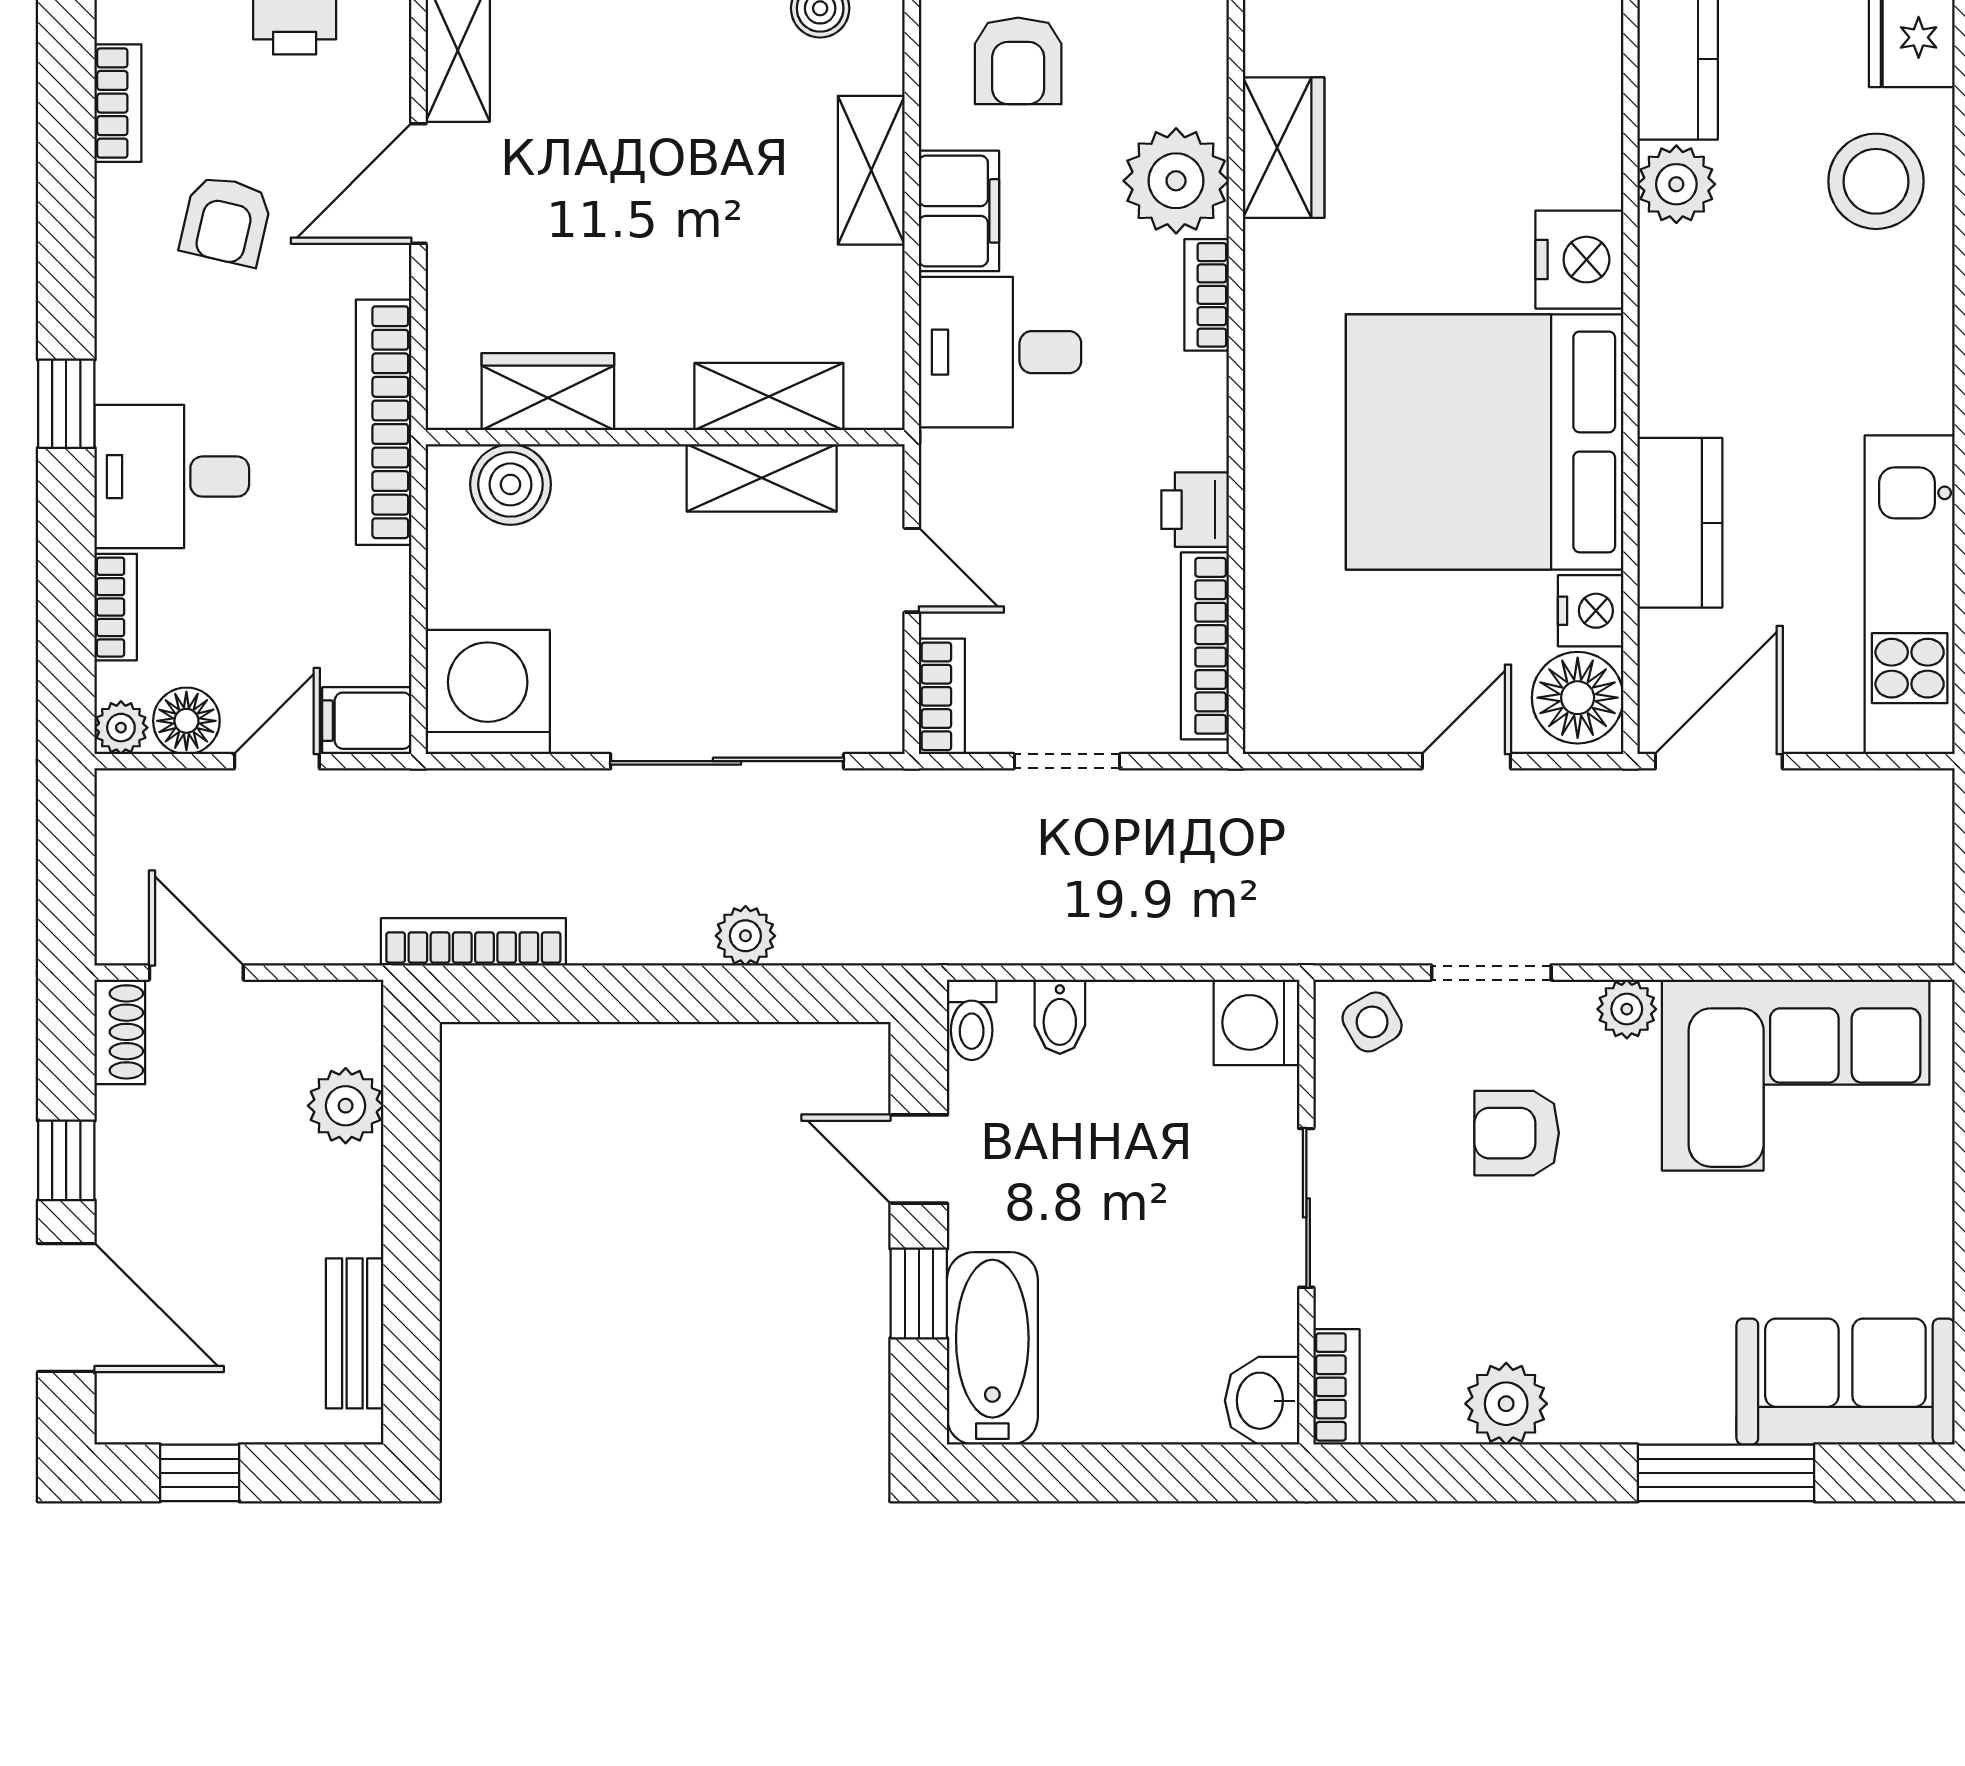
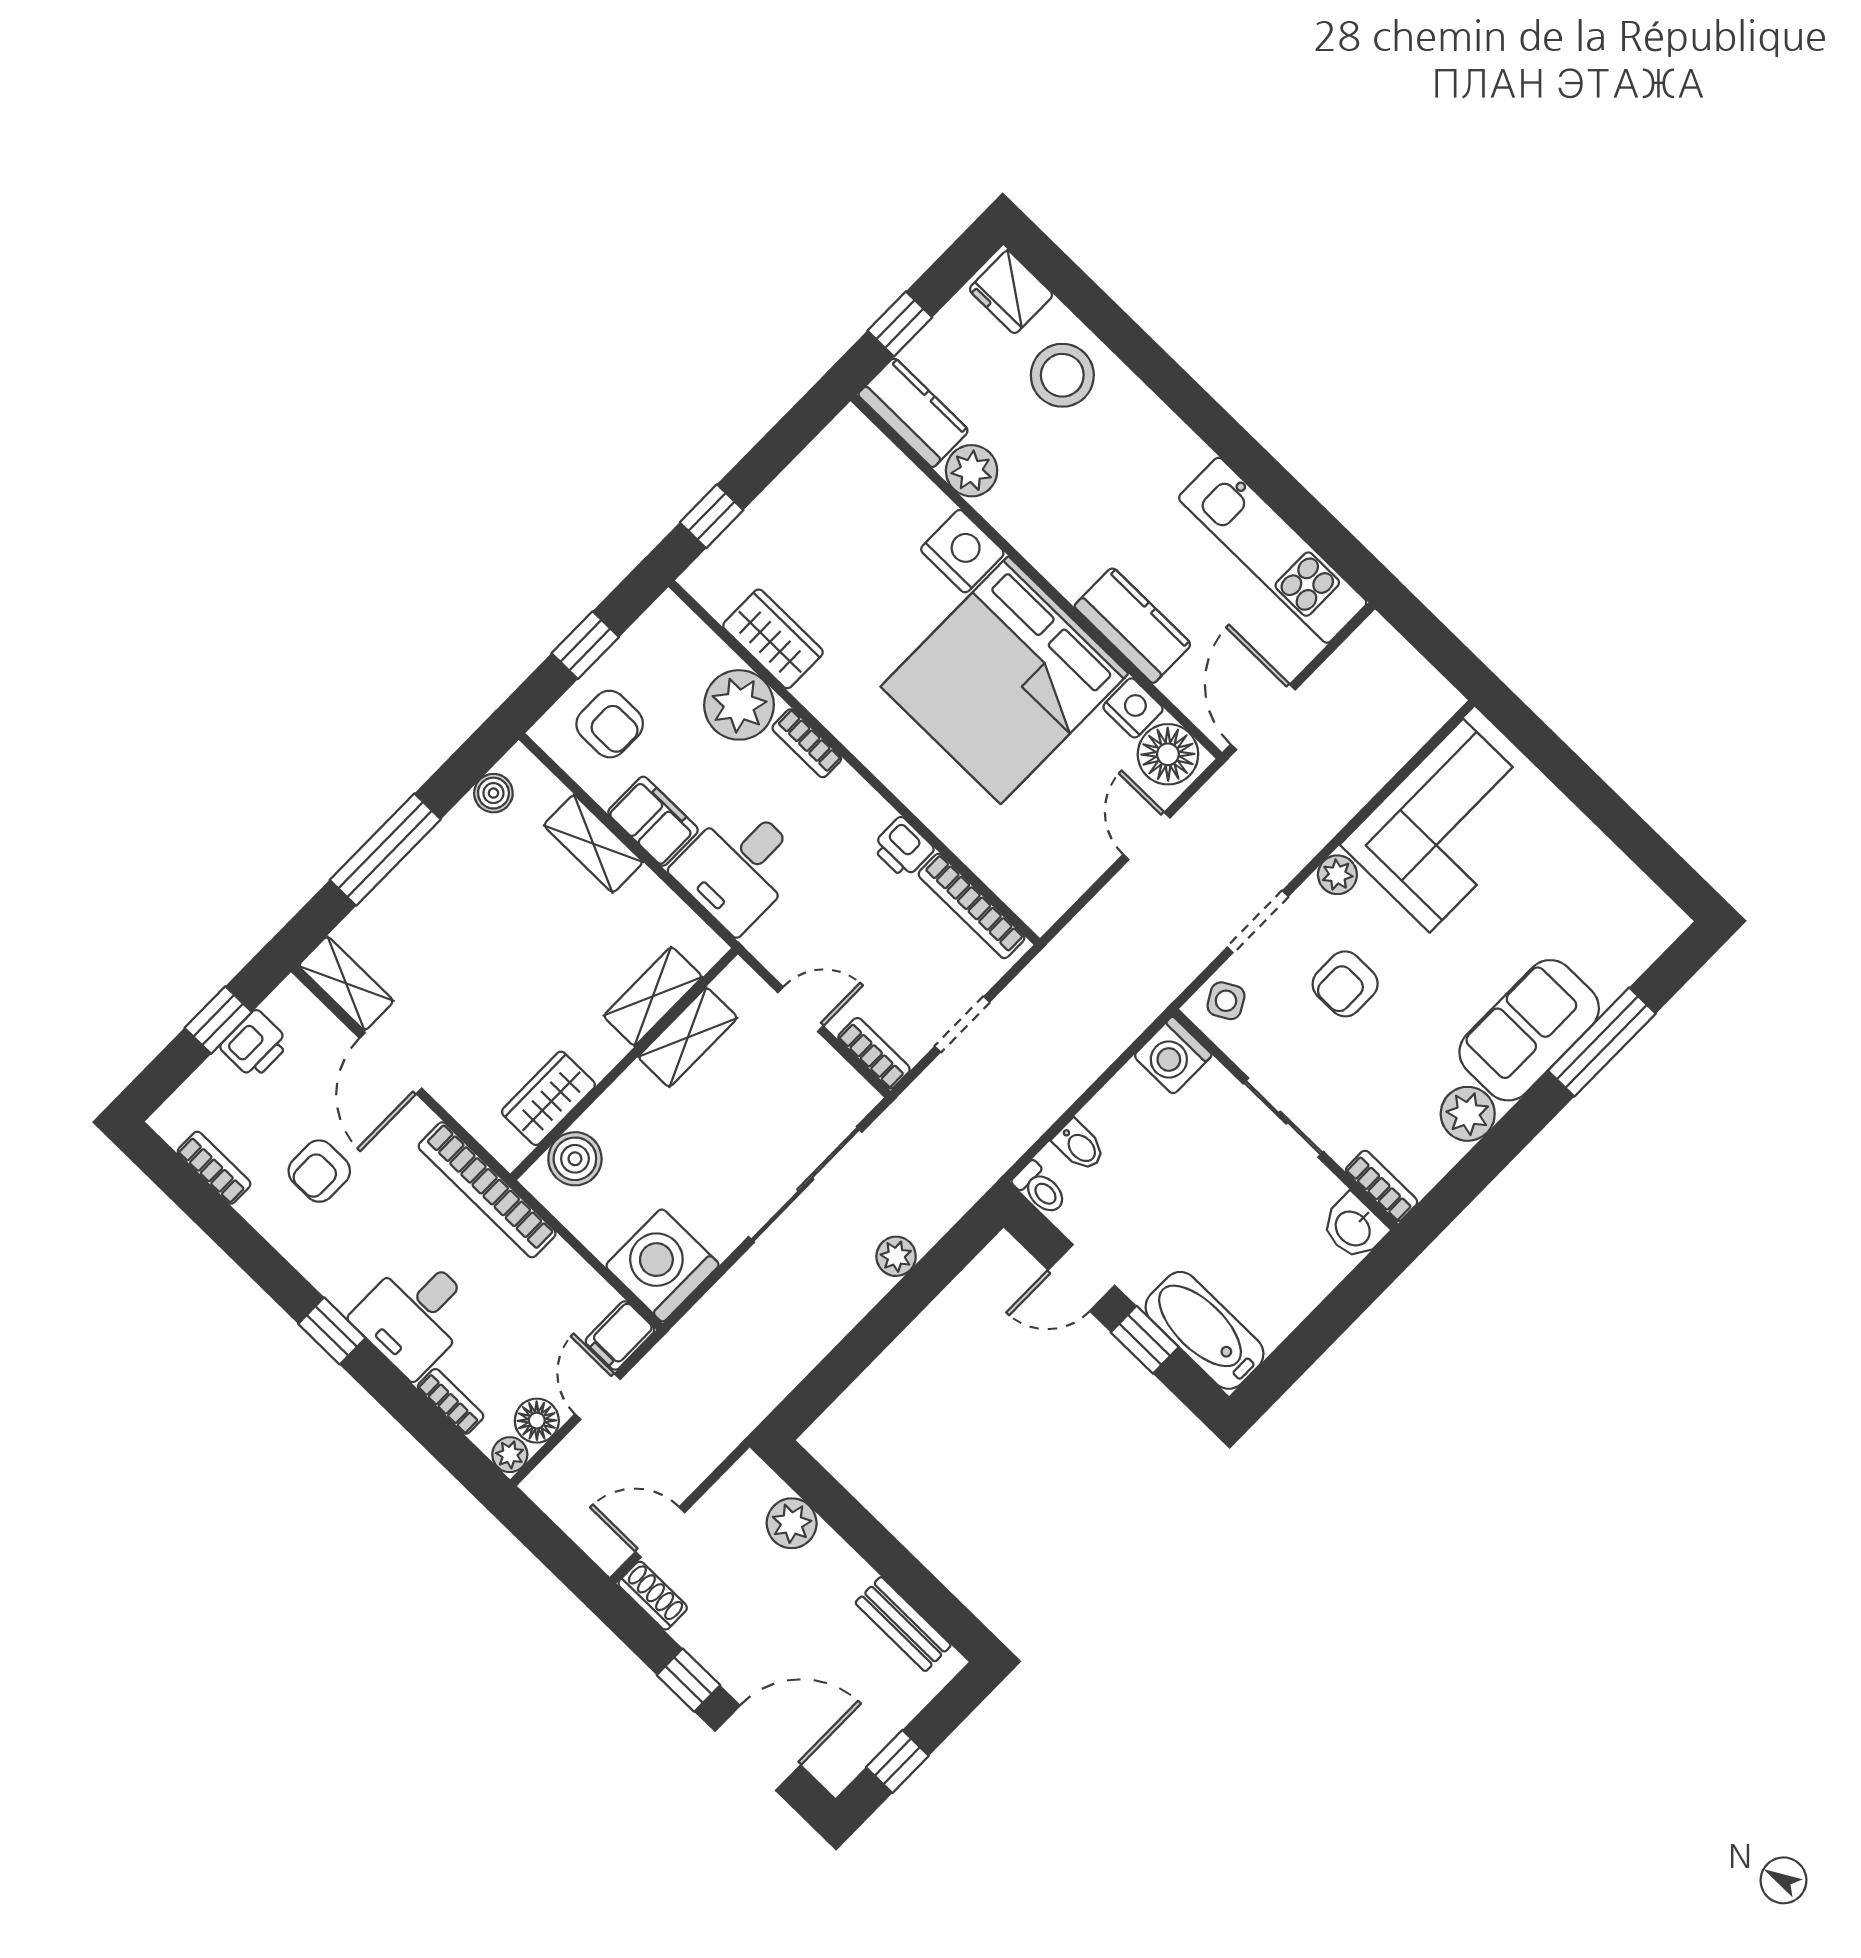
armchair: (226, 221) -> (319, 1171), turned 77
bookcase: (473, 942) -> (773, 1387), removed
sofa: (1845, 1382) -> (1529, 1030), moved

